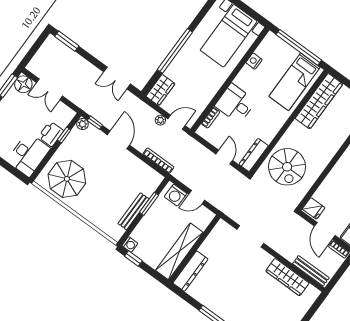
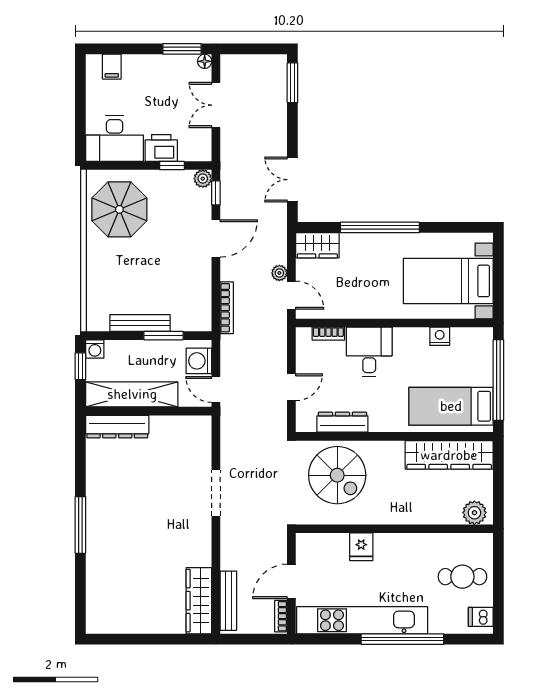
floor lamp: (23, 84) -> (205, 61), width x0.53, depth x0.53
dresser: (254, 155) -> (342, 422), moved
spiral stairs: (287, 167) -> (337, 475), turned -90
fridge: (314, 208) -> (361, 547), moved
wall: (194, 249) -> (149, 411), moved
shelving: (179, 251) -> (132, 394), moved
dresser: (191, 271) -> (117, 427), moved
wardrobe: (287, 277) -> (199, 601), moved

